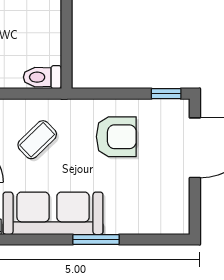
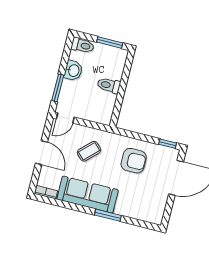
toilet: (42, 77) -> (109, 85), moved

